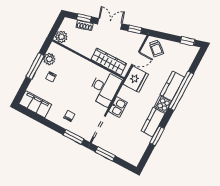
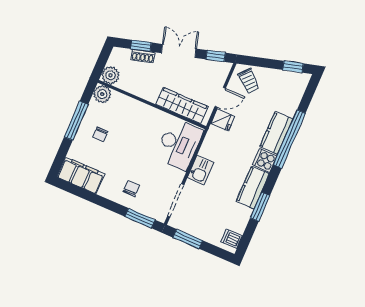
plant: (49, 59) -> (102, 94), moved
fridge: (136, 79) -> (223, 120), width x0.53, depth x0.75
dishwasher: (135, 156) -> (232, 239), added

